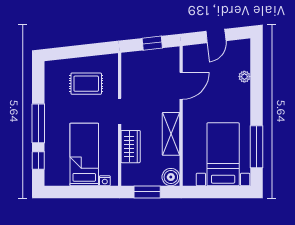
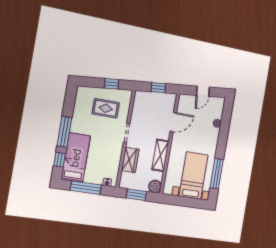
window: (88, 50) -> (112, 84), added
bed: (84, 155) -> (76, 158), moved
window: (78, 192) -> (86, 188), added

